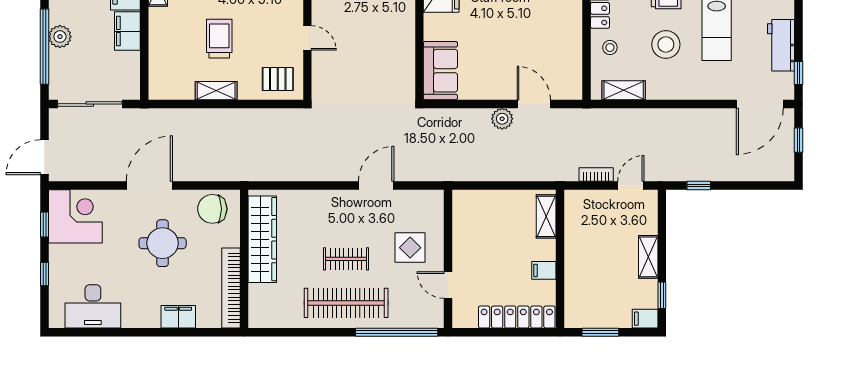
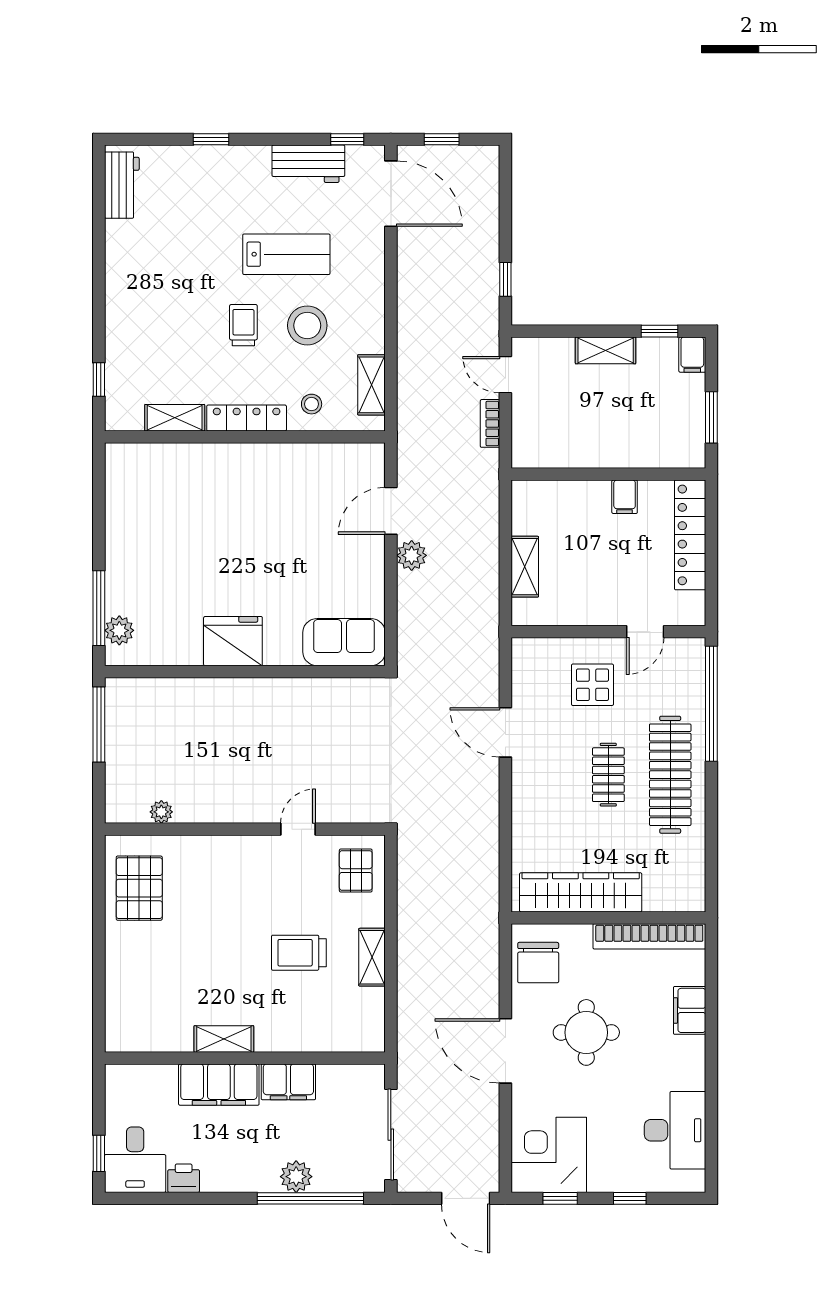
shelving: (546, 216) -> (525, 567), moved, turned 90

